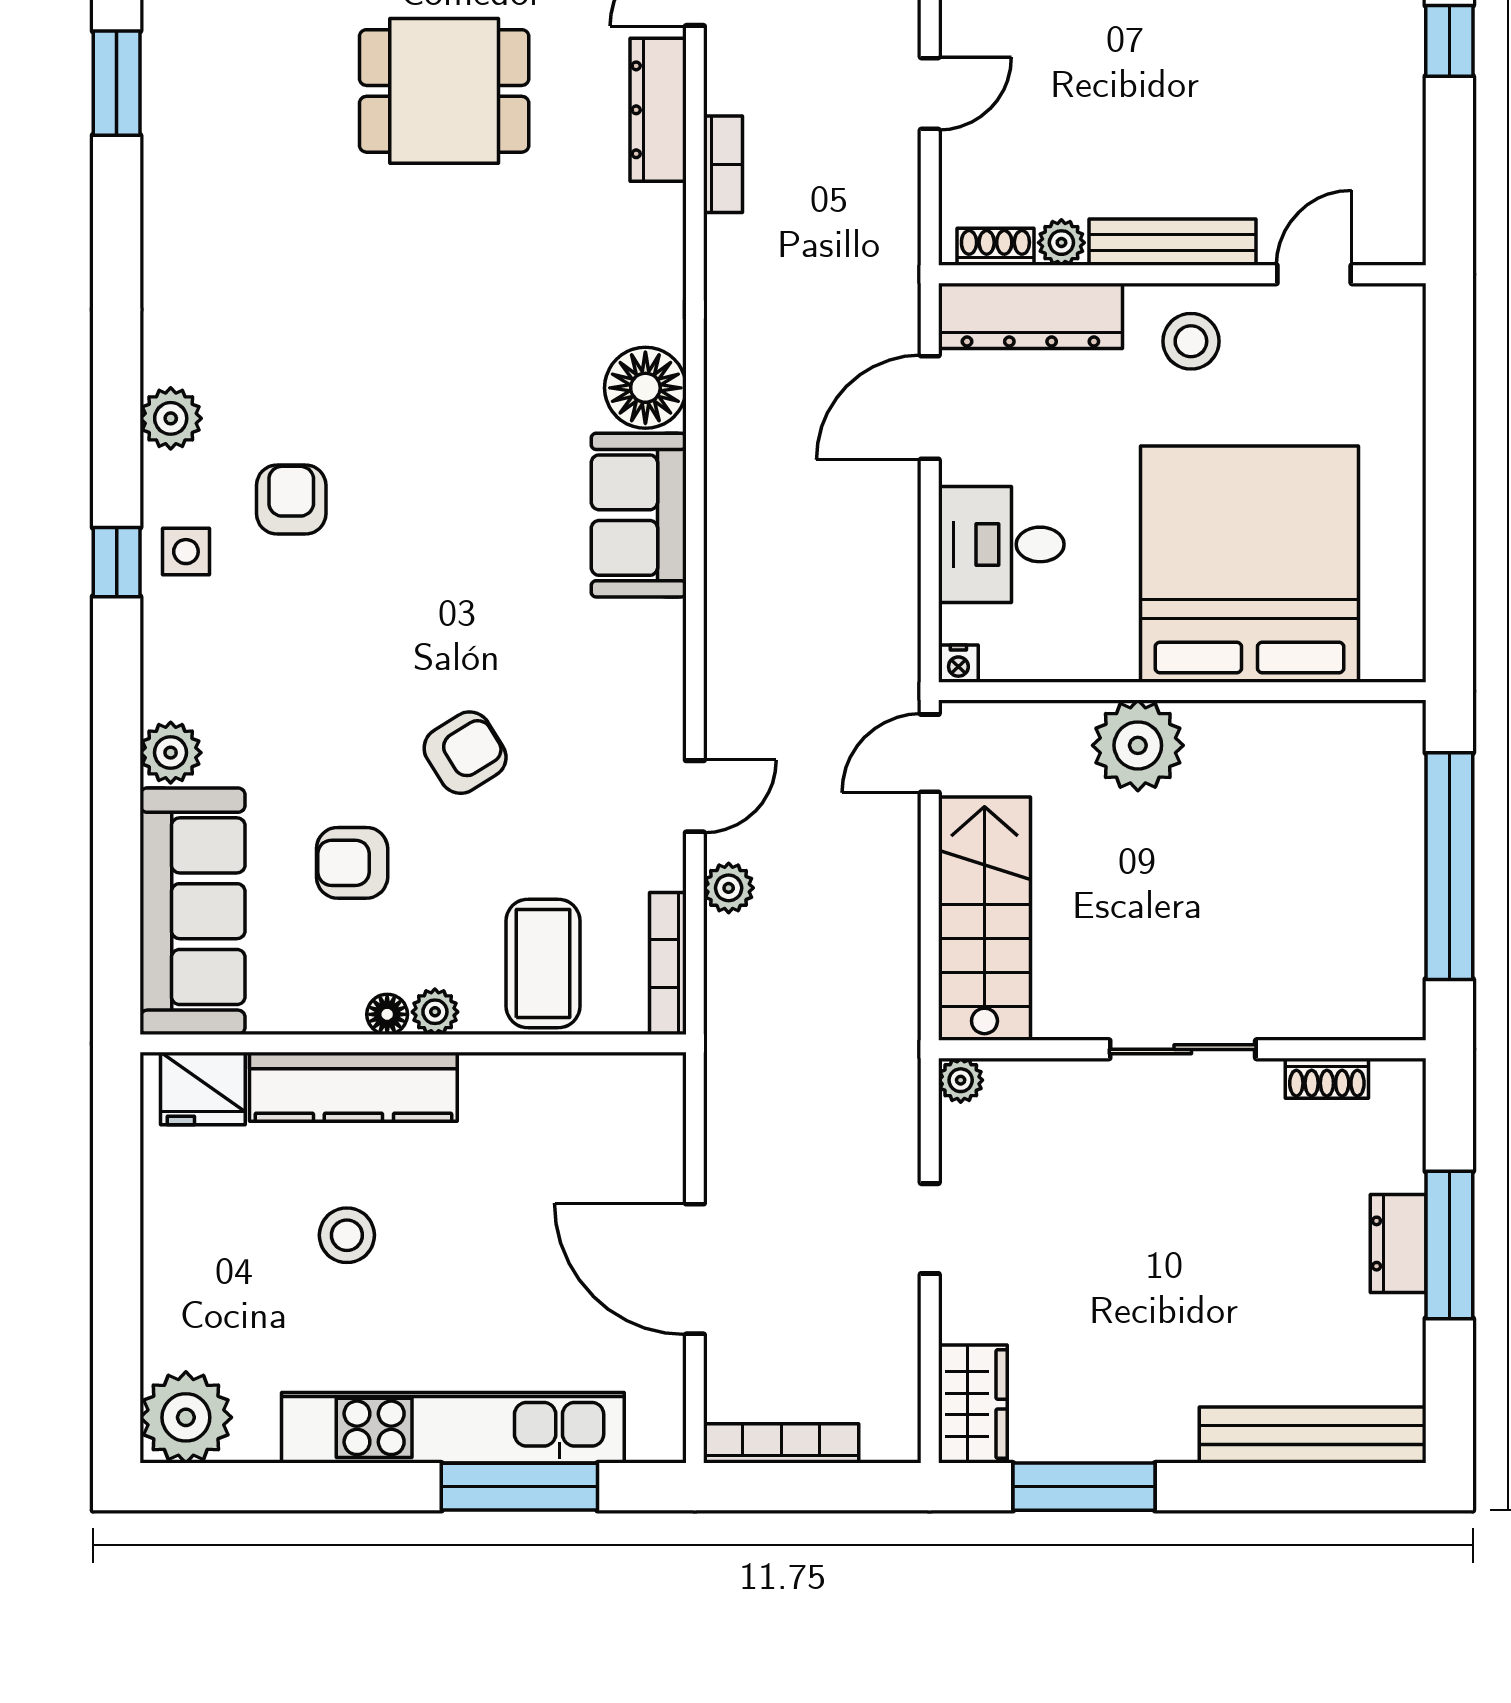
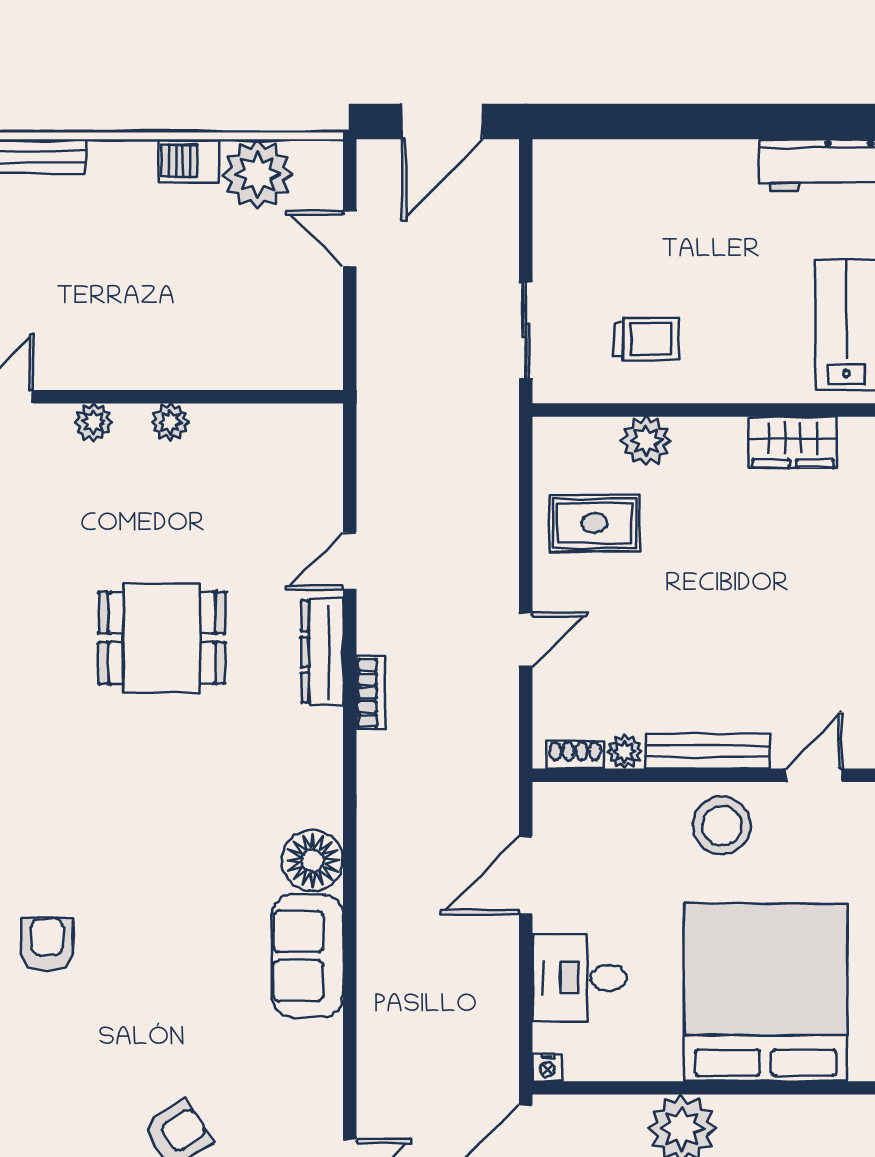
dresser: (1030, 316) -> (601, 807), removed
stool: (1191, 341) -> (722, 826), width x1.38, depth x1.38

